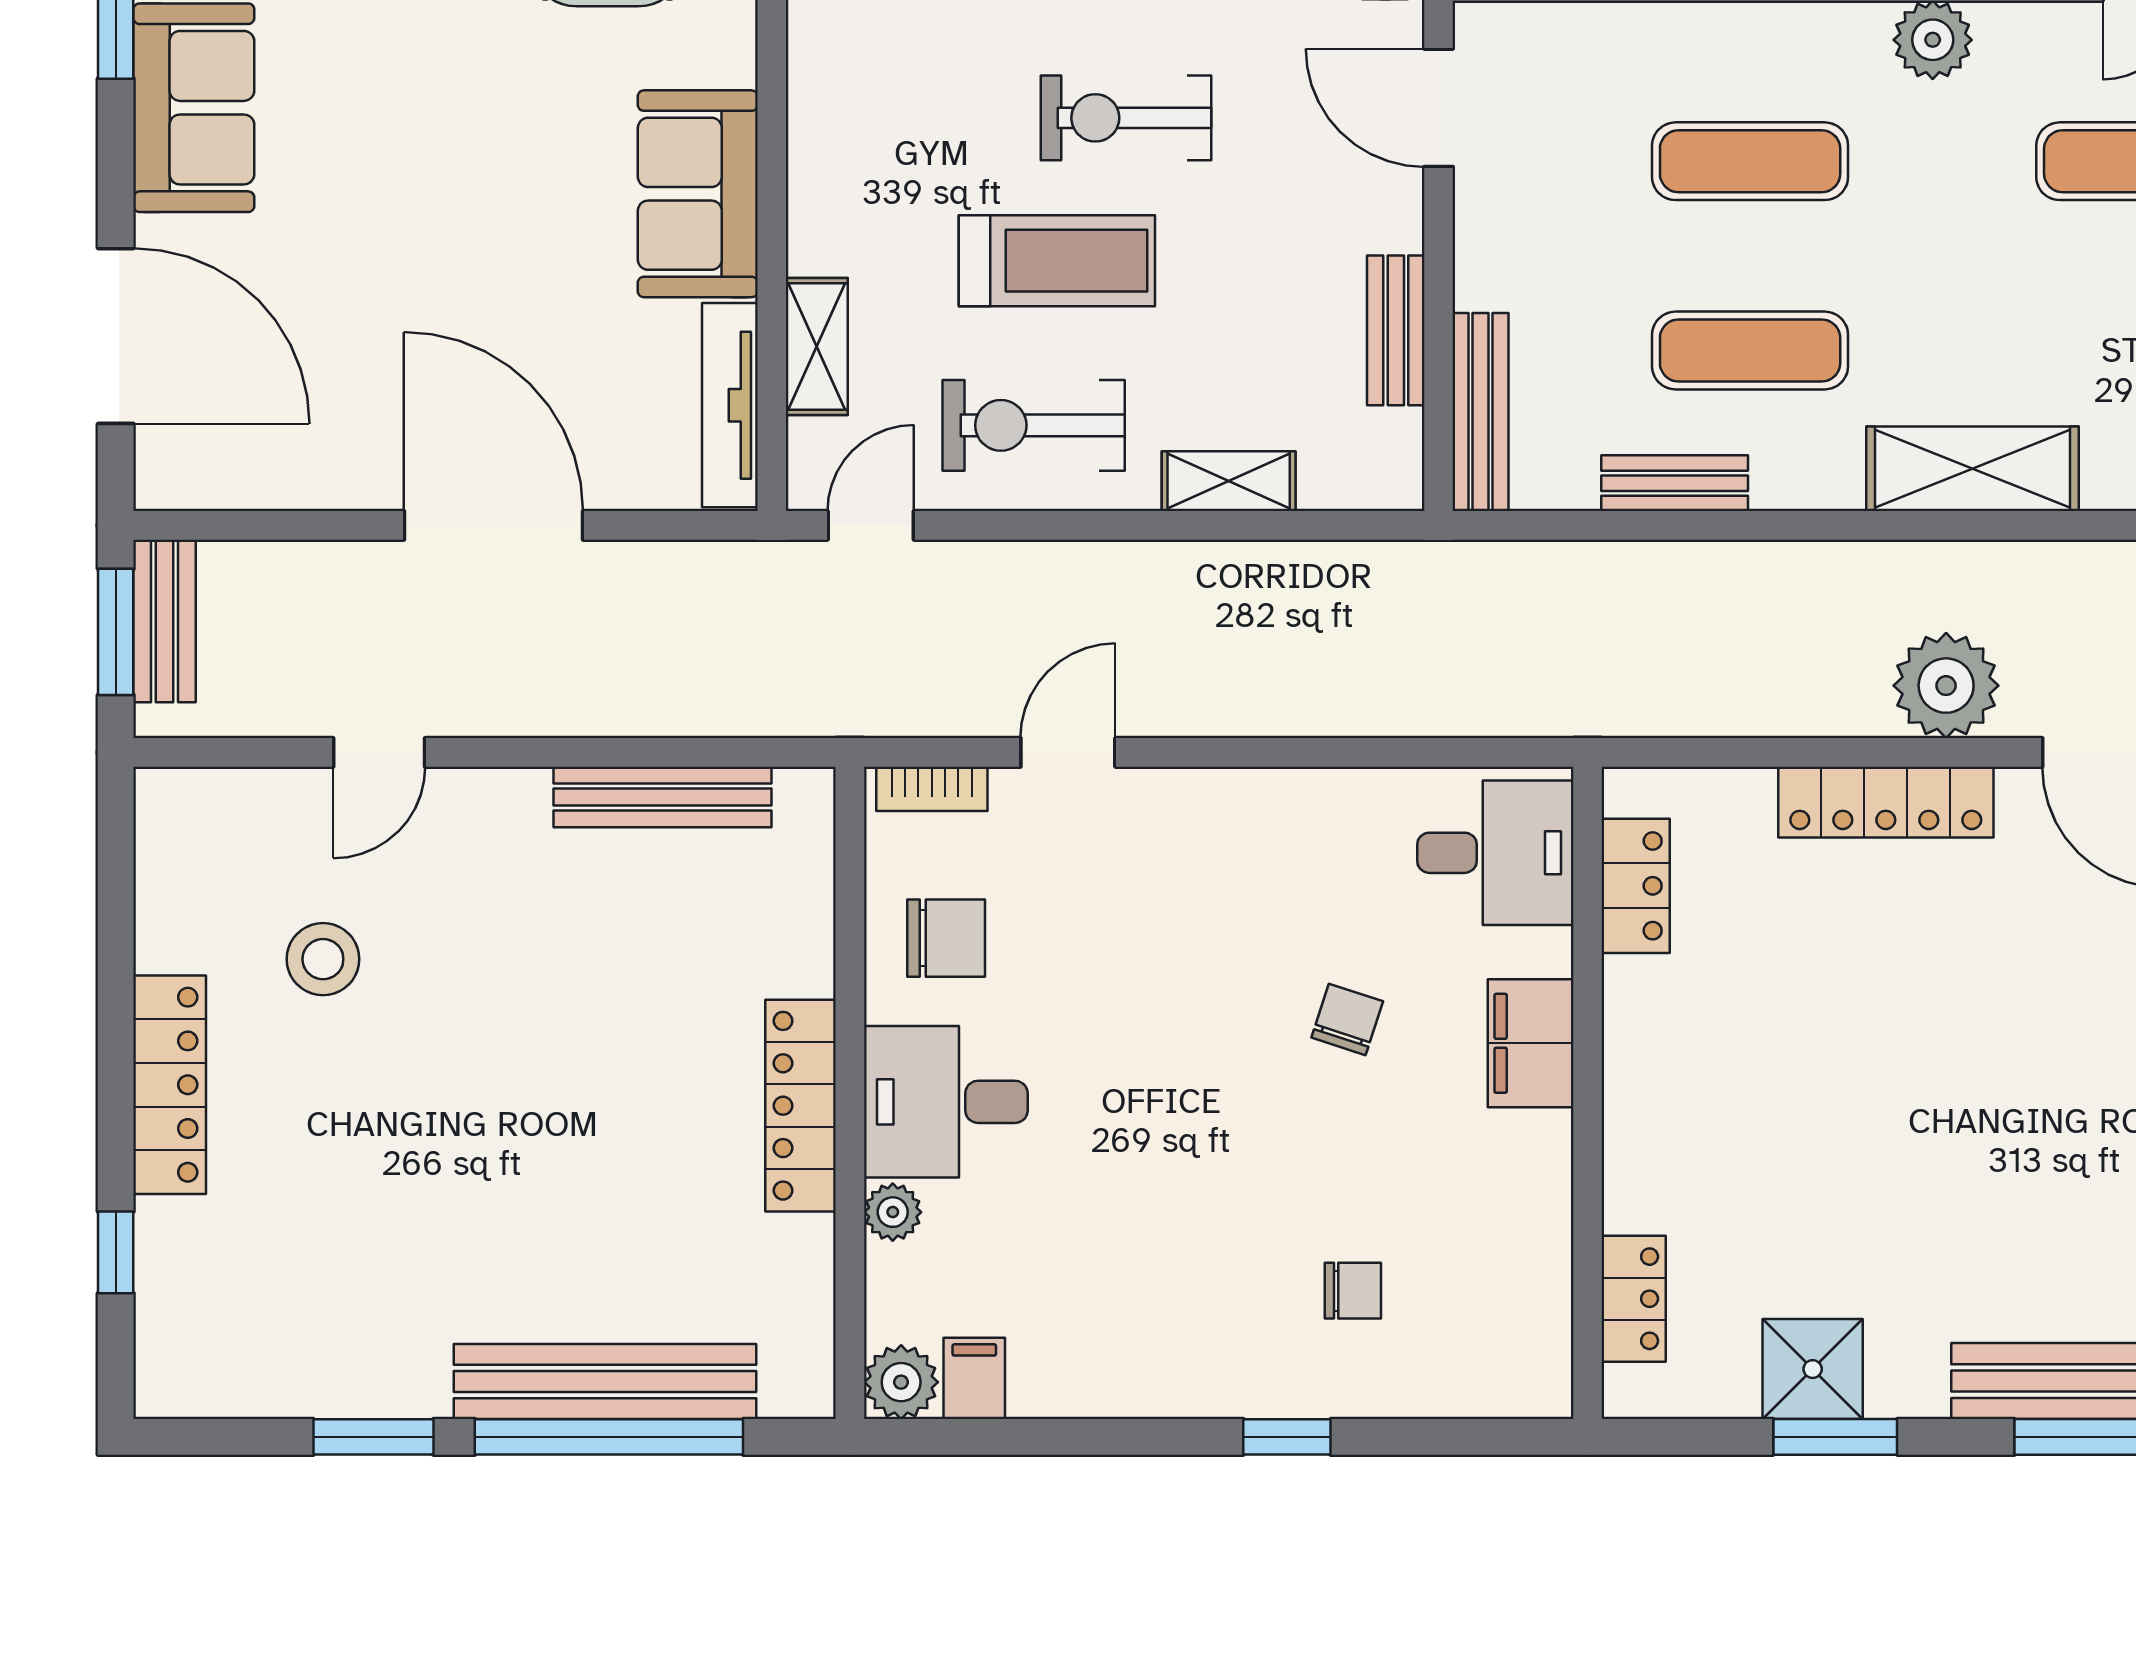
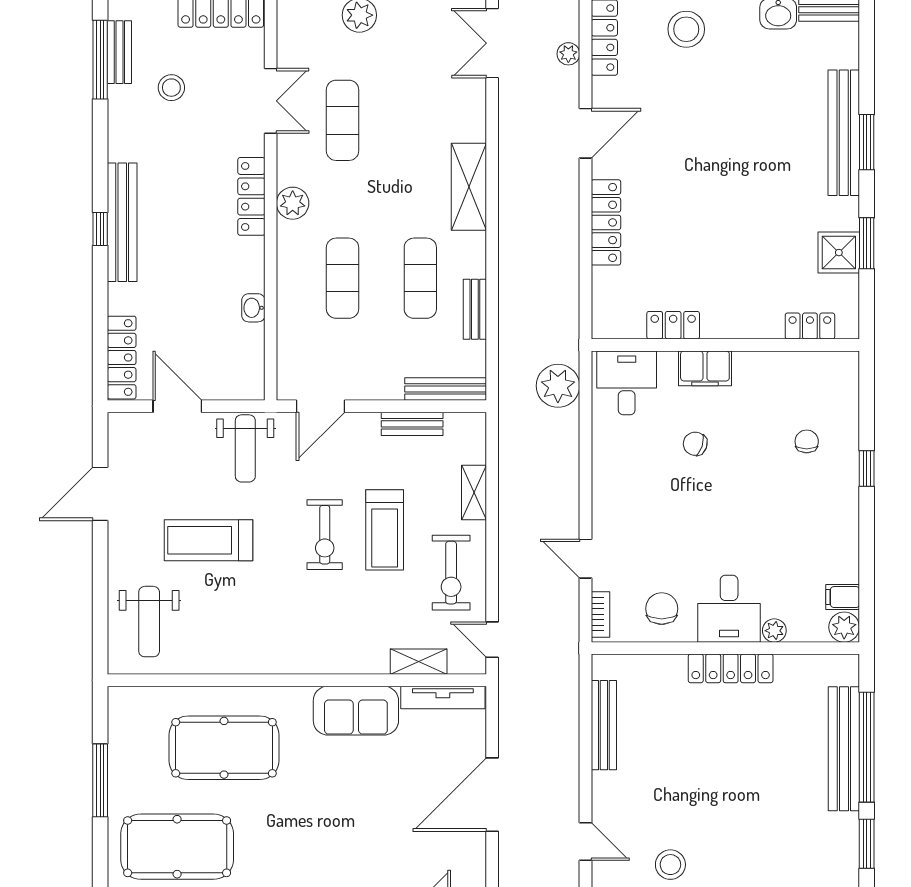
treadmill: (1057, 261) -> (385, 530), moved, turned 180
plant: (1946, 686) -> (558, 386), moved
locker: (1636, 886) -> (673, 325), moved

